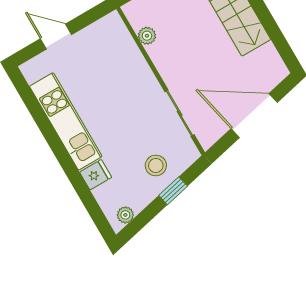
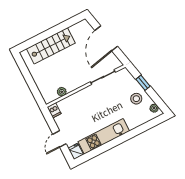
dishwasher: (110, 23) -> (54, 110), added
stool: (156, 165) -> (136, 99), moved
fridge: (96, 175) -> (76, 151), moved

